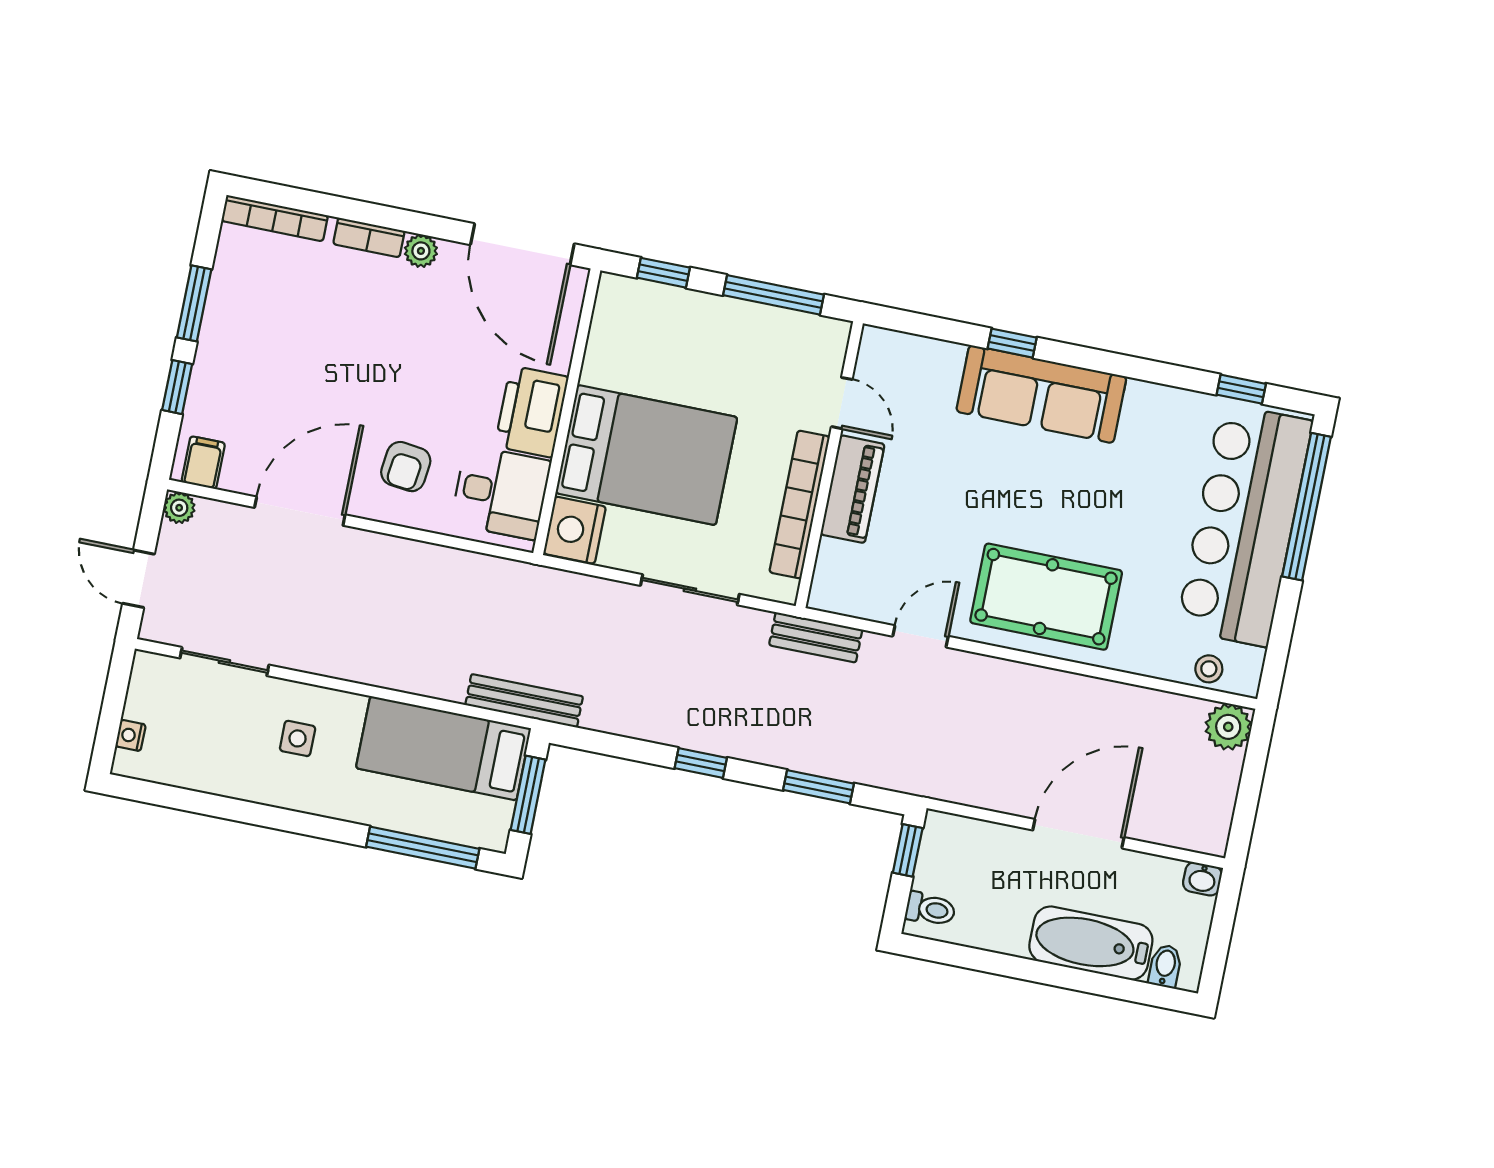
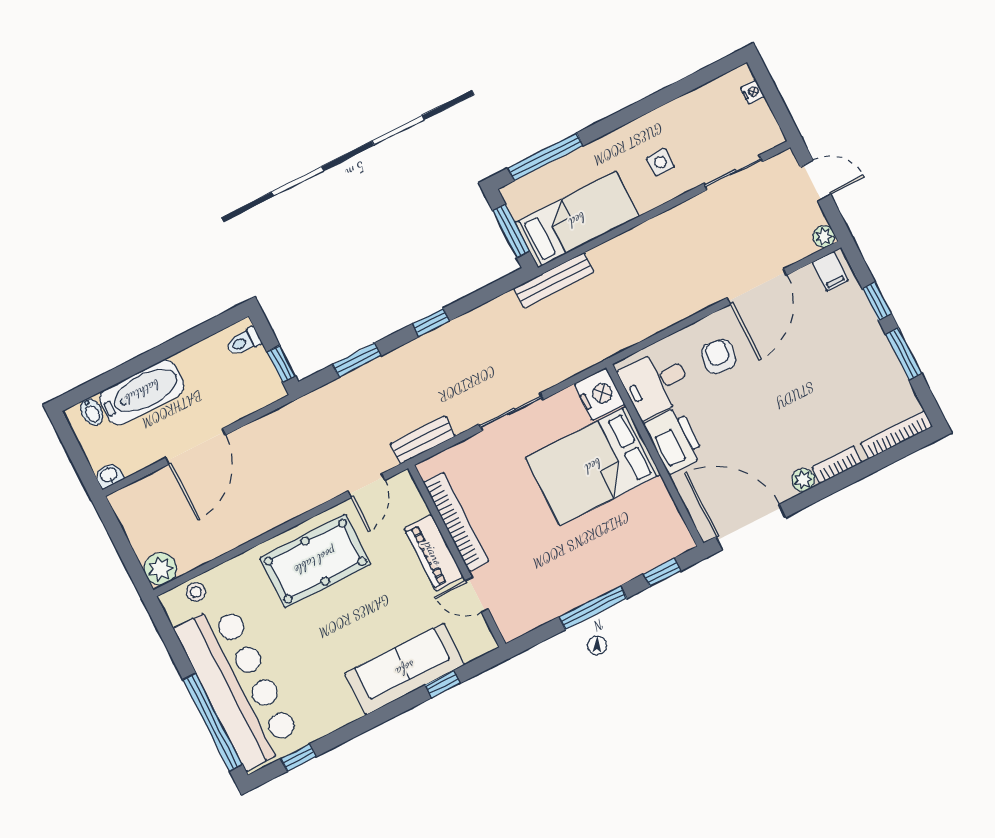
door: (842, 403) -> (477, 595), moved
wall: (829, 465) -> (457, 556), moved
piano: (853, 489) -> (434, 553), moved
bookcase: (800, 505) -> (456, 522), moved

